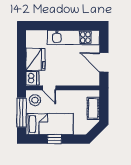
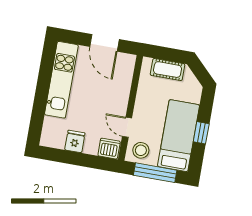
fridge: (35, 59) -> (75, 141), width x0.53, depth x0.75
door: (104, 62) -> (105, 43), hinge flipped
door: (49, 88) -> (127, 127), swing flipped

